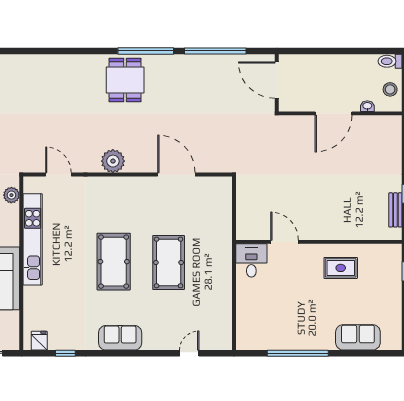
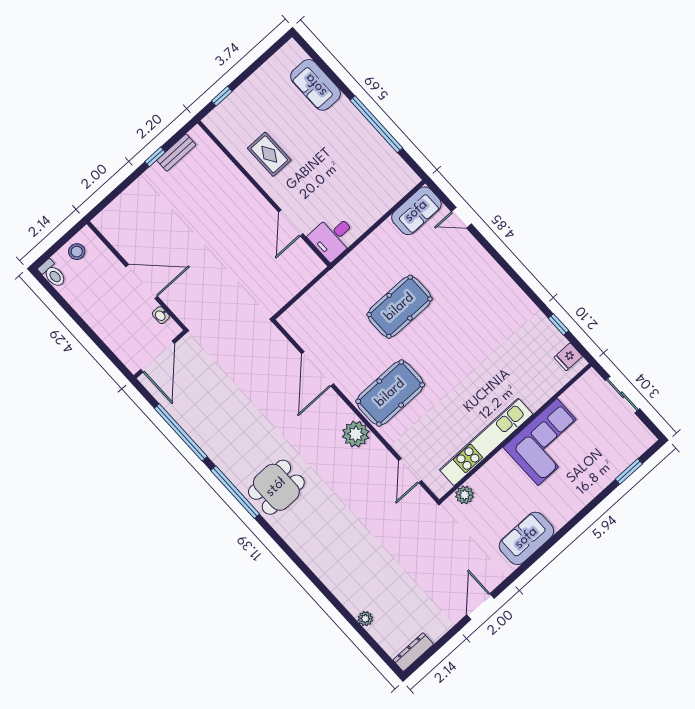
washbasin: (367, 106) -> (161, 315), moved
pool table: (114, 262) -> (390, 393), moved
sofa: (120, 338) -> (416, 211), moved, turned -90

